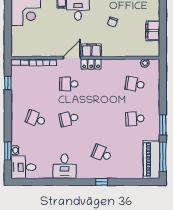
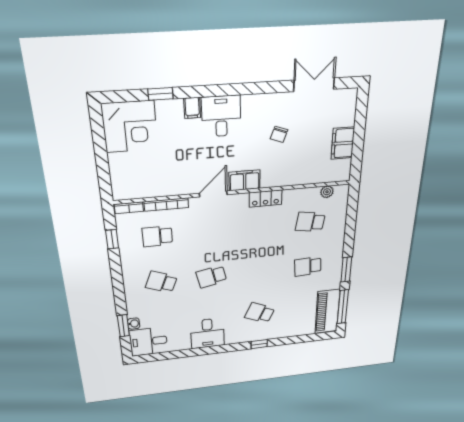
locker: (91, 64) -> (266, 198), moved
school desk: (69, 84) -> (157, 236), moved

